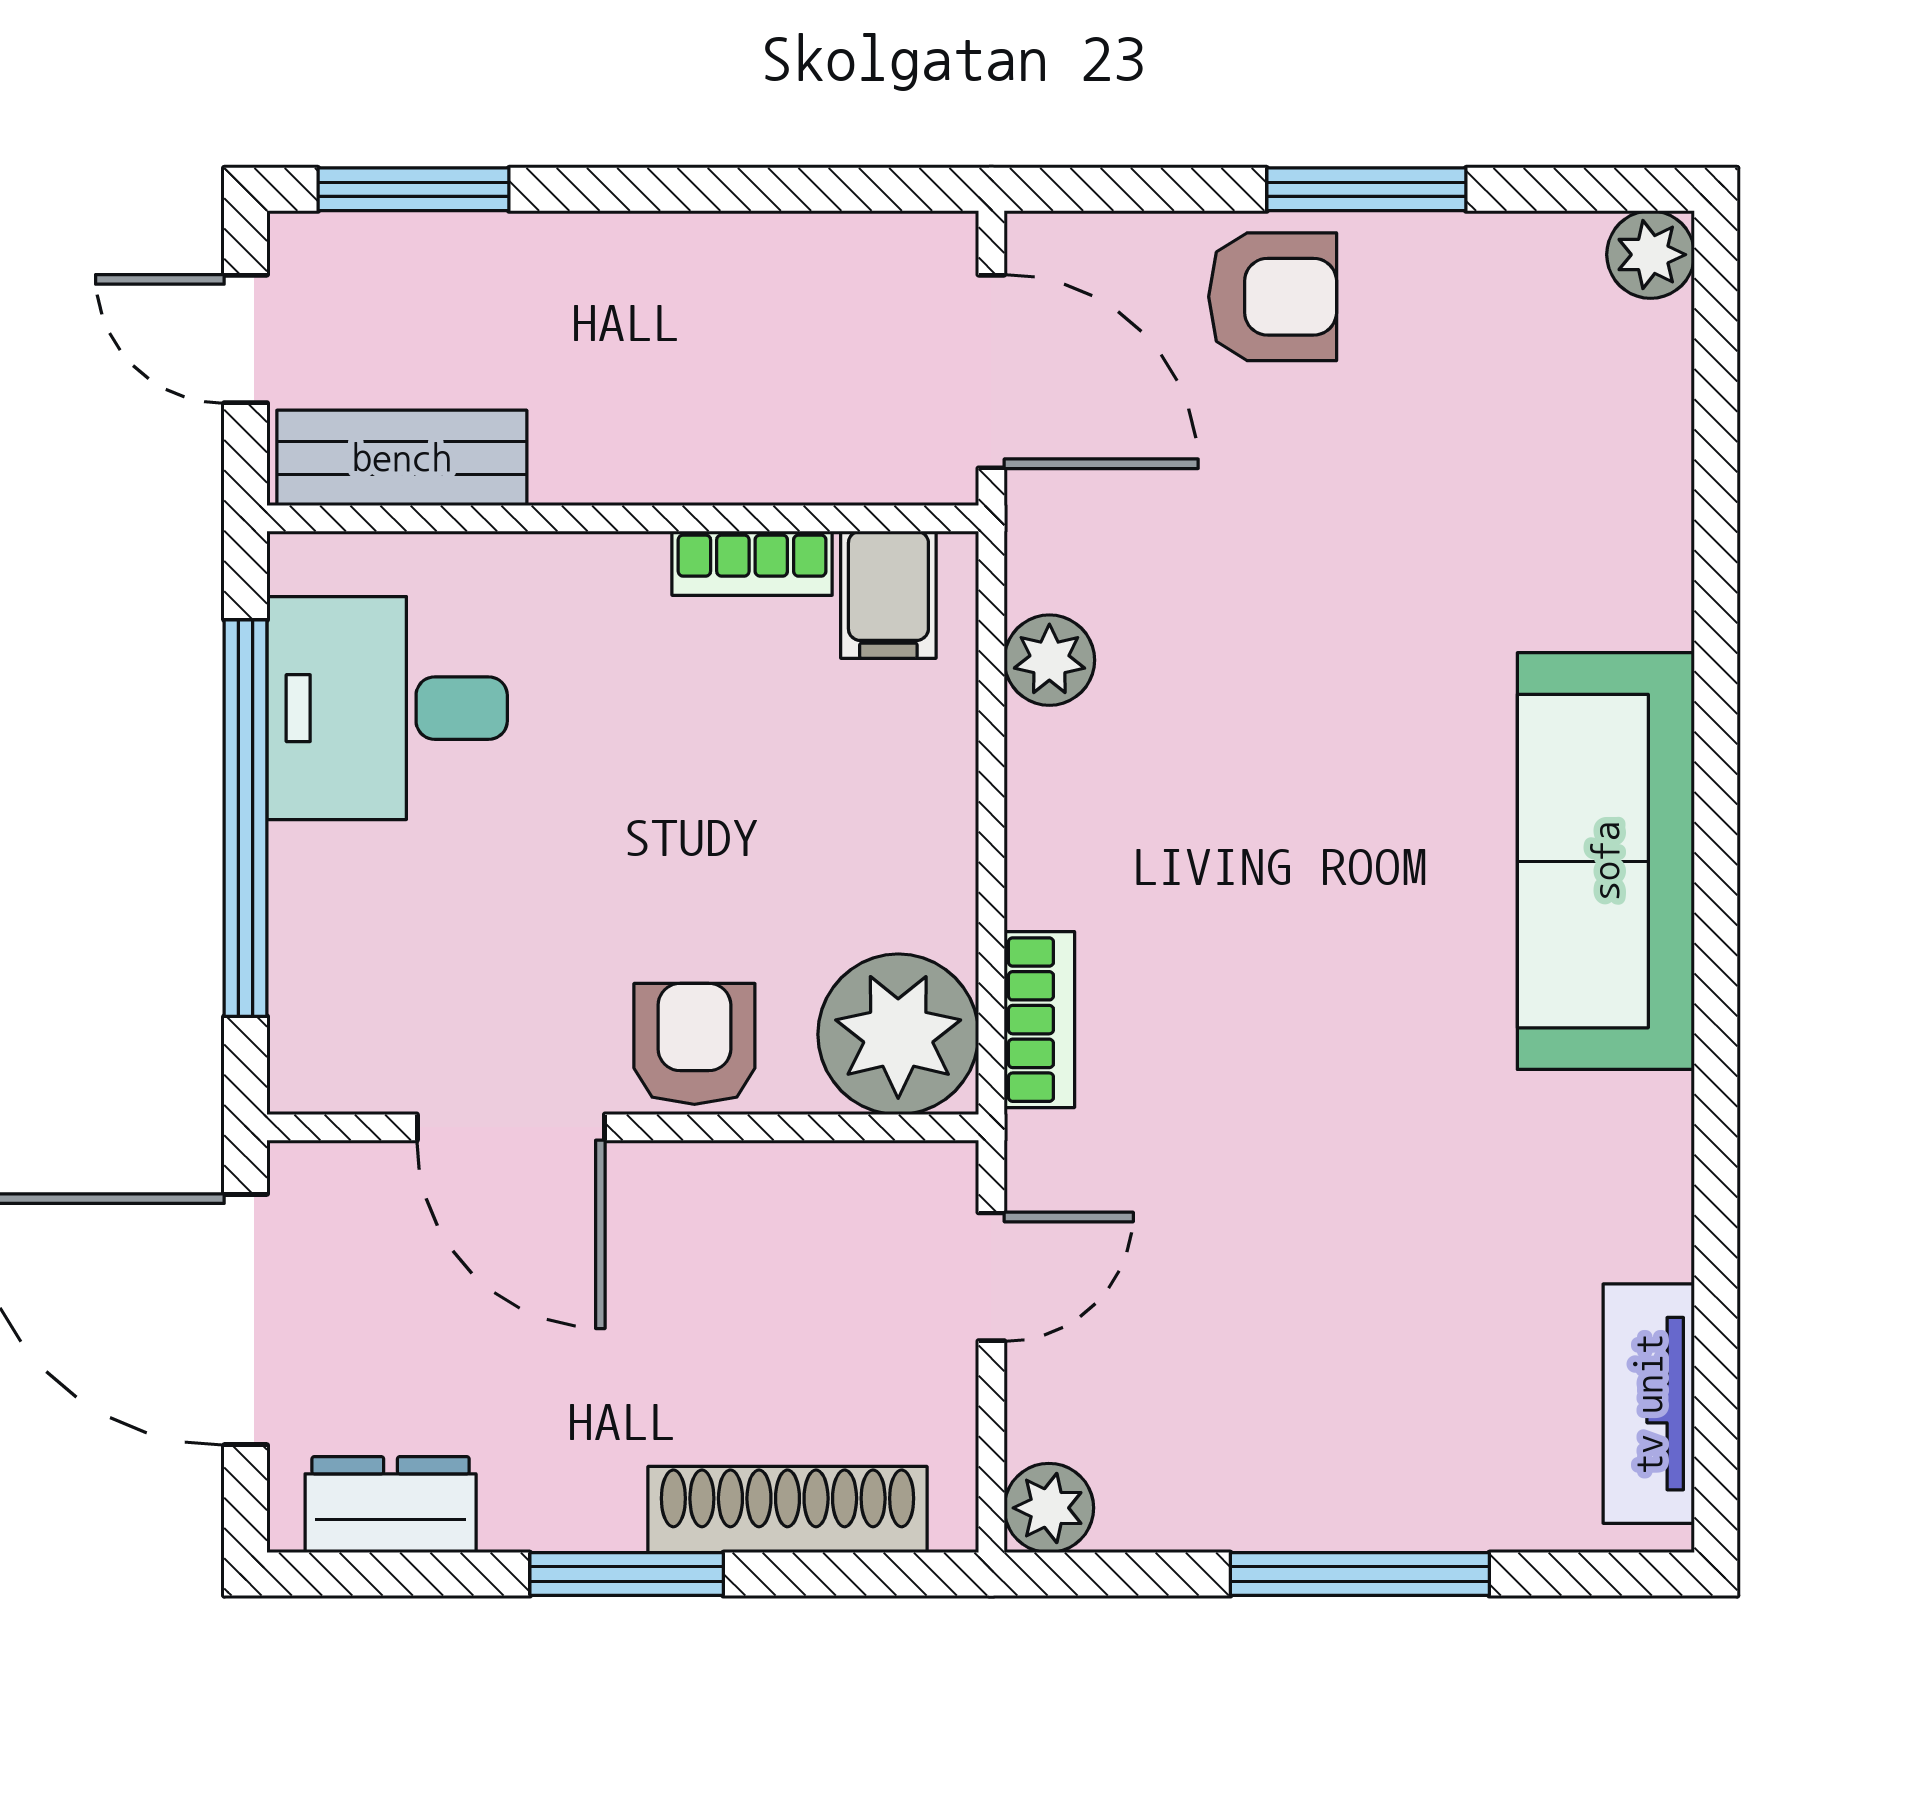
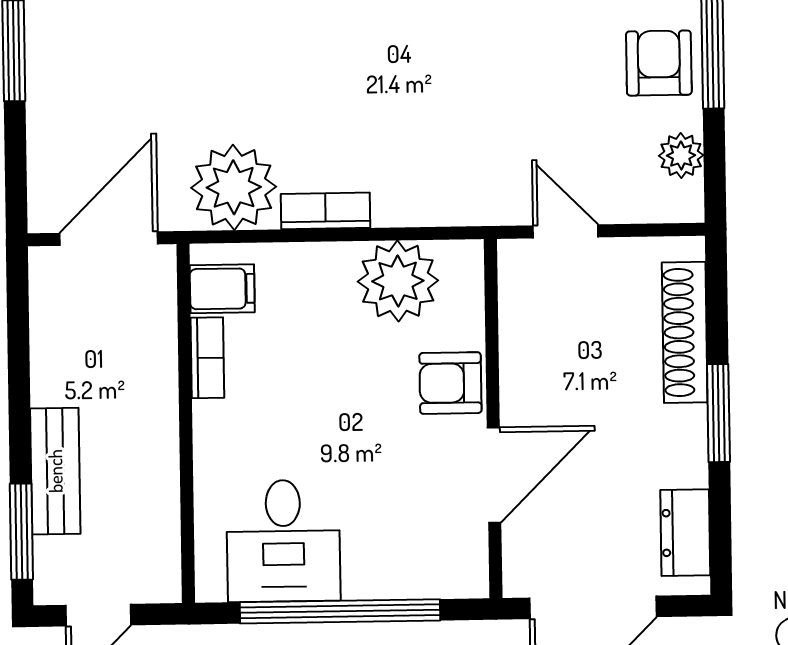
armchair: (1273, 297) -> (659, 63), moved
bench: (402, 458) -> (55, 471), moved
plant: (1049, 660) -> (234, 187), width x1.88, depth x1.88
bookcase: (1039, 1020) -> (326, 211), moved
plant: (898, 1034) -> (398, 281), moved
plant: (1049, 1508) -> (681, 155), moved

